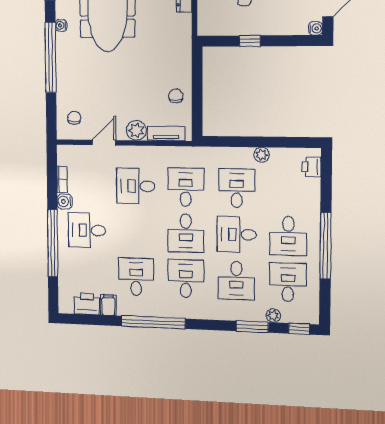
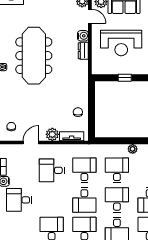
desk: (237, 234) -> (117, 200), turned 90

